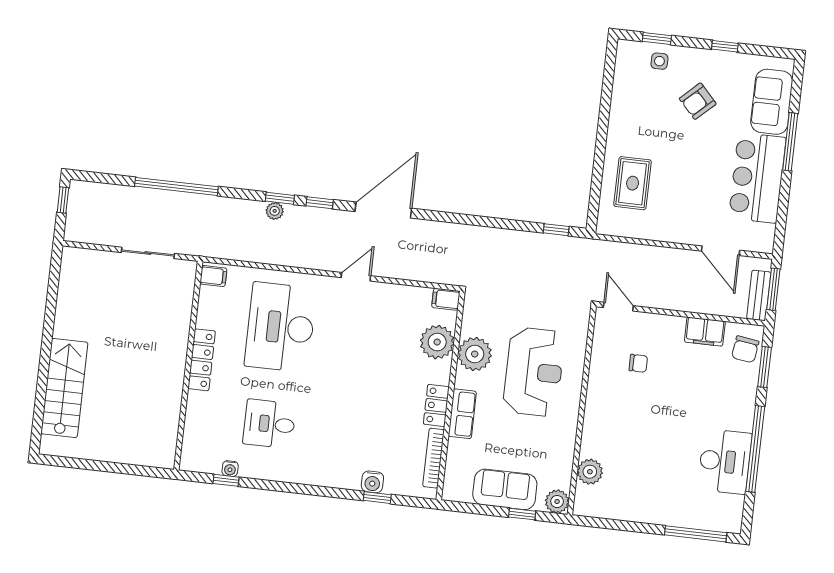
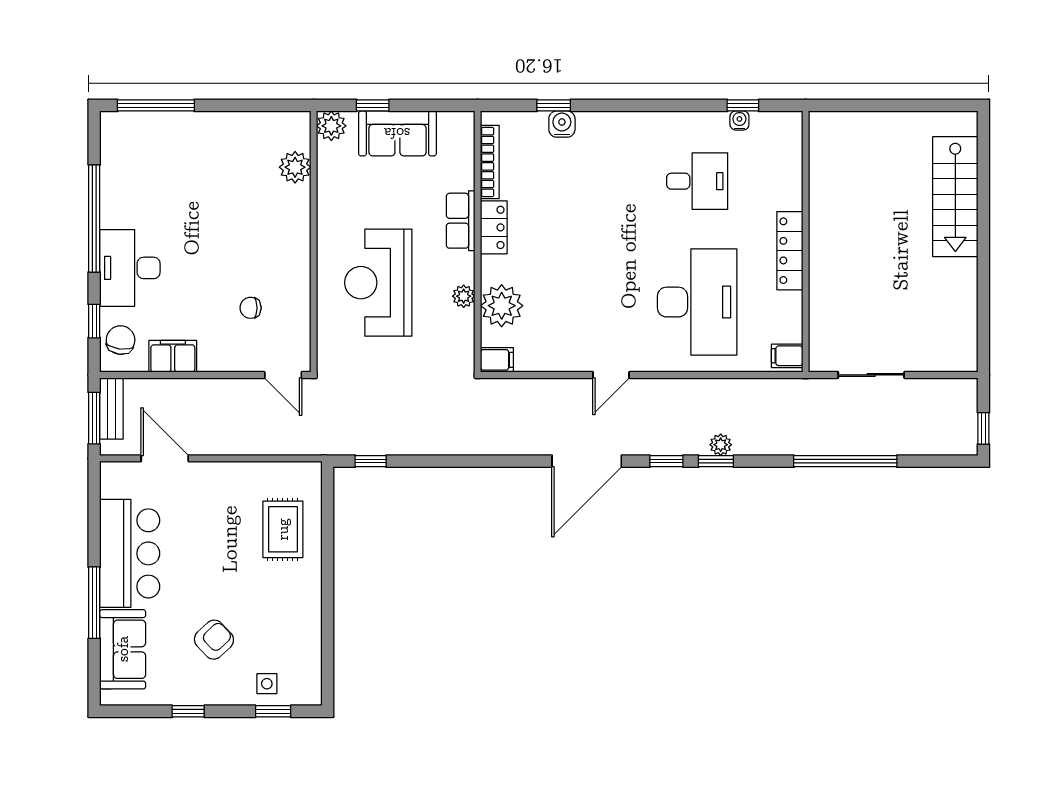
plant: (475, 354) -> (464, 296), width x0.53, depth x0.53
window: (765, 367) -> (94, 321), width x0.67
desk: (725, 461) -> (130, 268), moved

